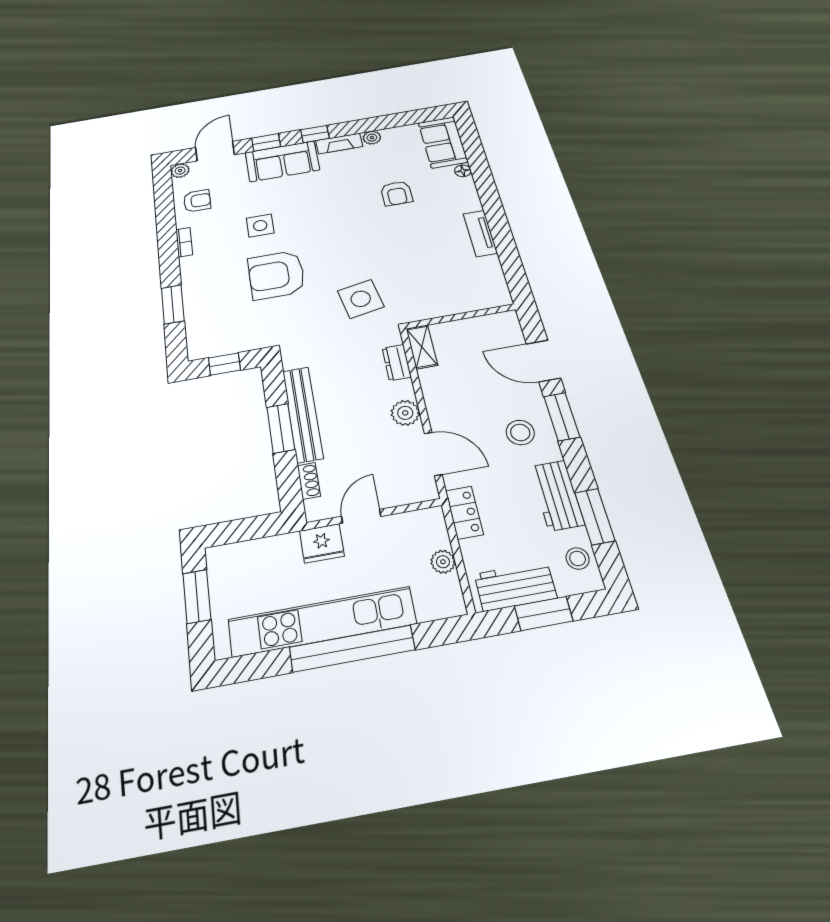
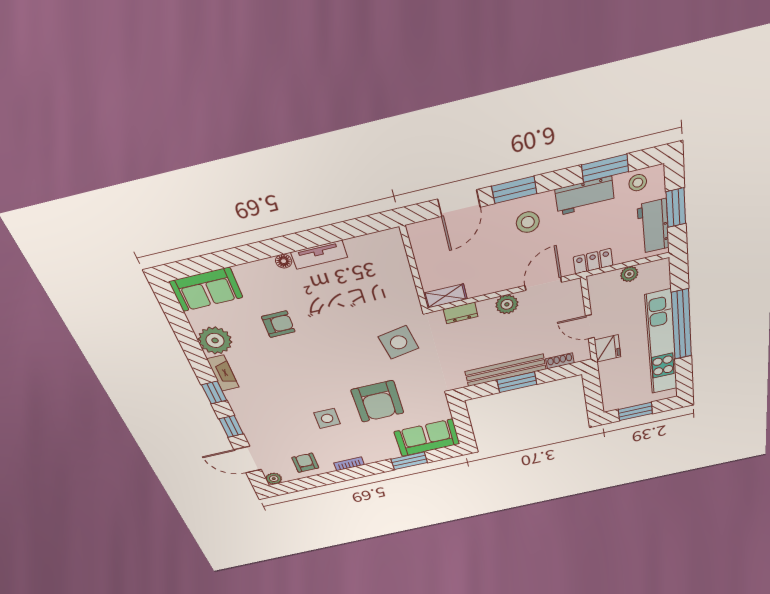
plant: (372, 138) -> (215, 340), width x1.88, depth x1.88
sofa: (282, 161) -> (427, 438), moved, turned -90
floor lamp: (463, 171) -> (284, 261), moved
window: (224, 364) -> (462, 423), removed

